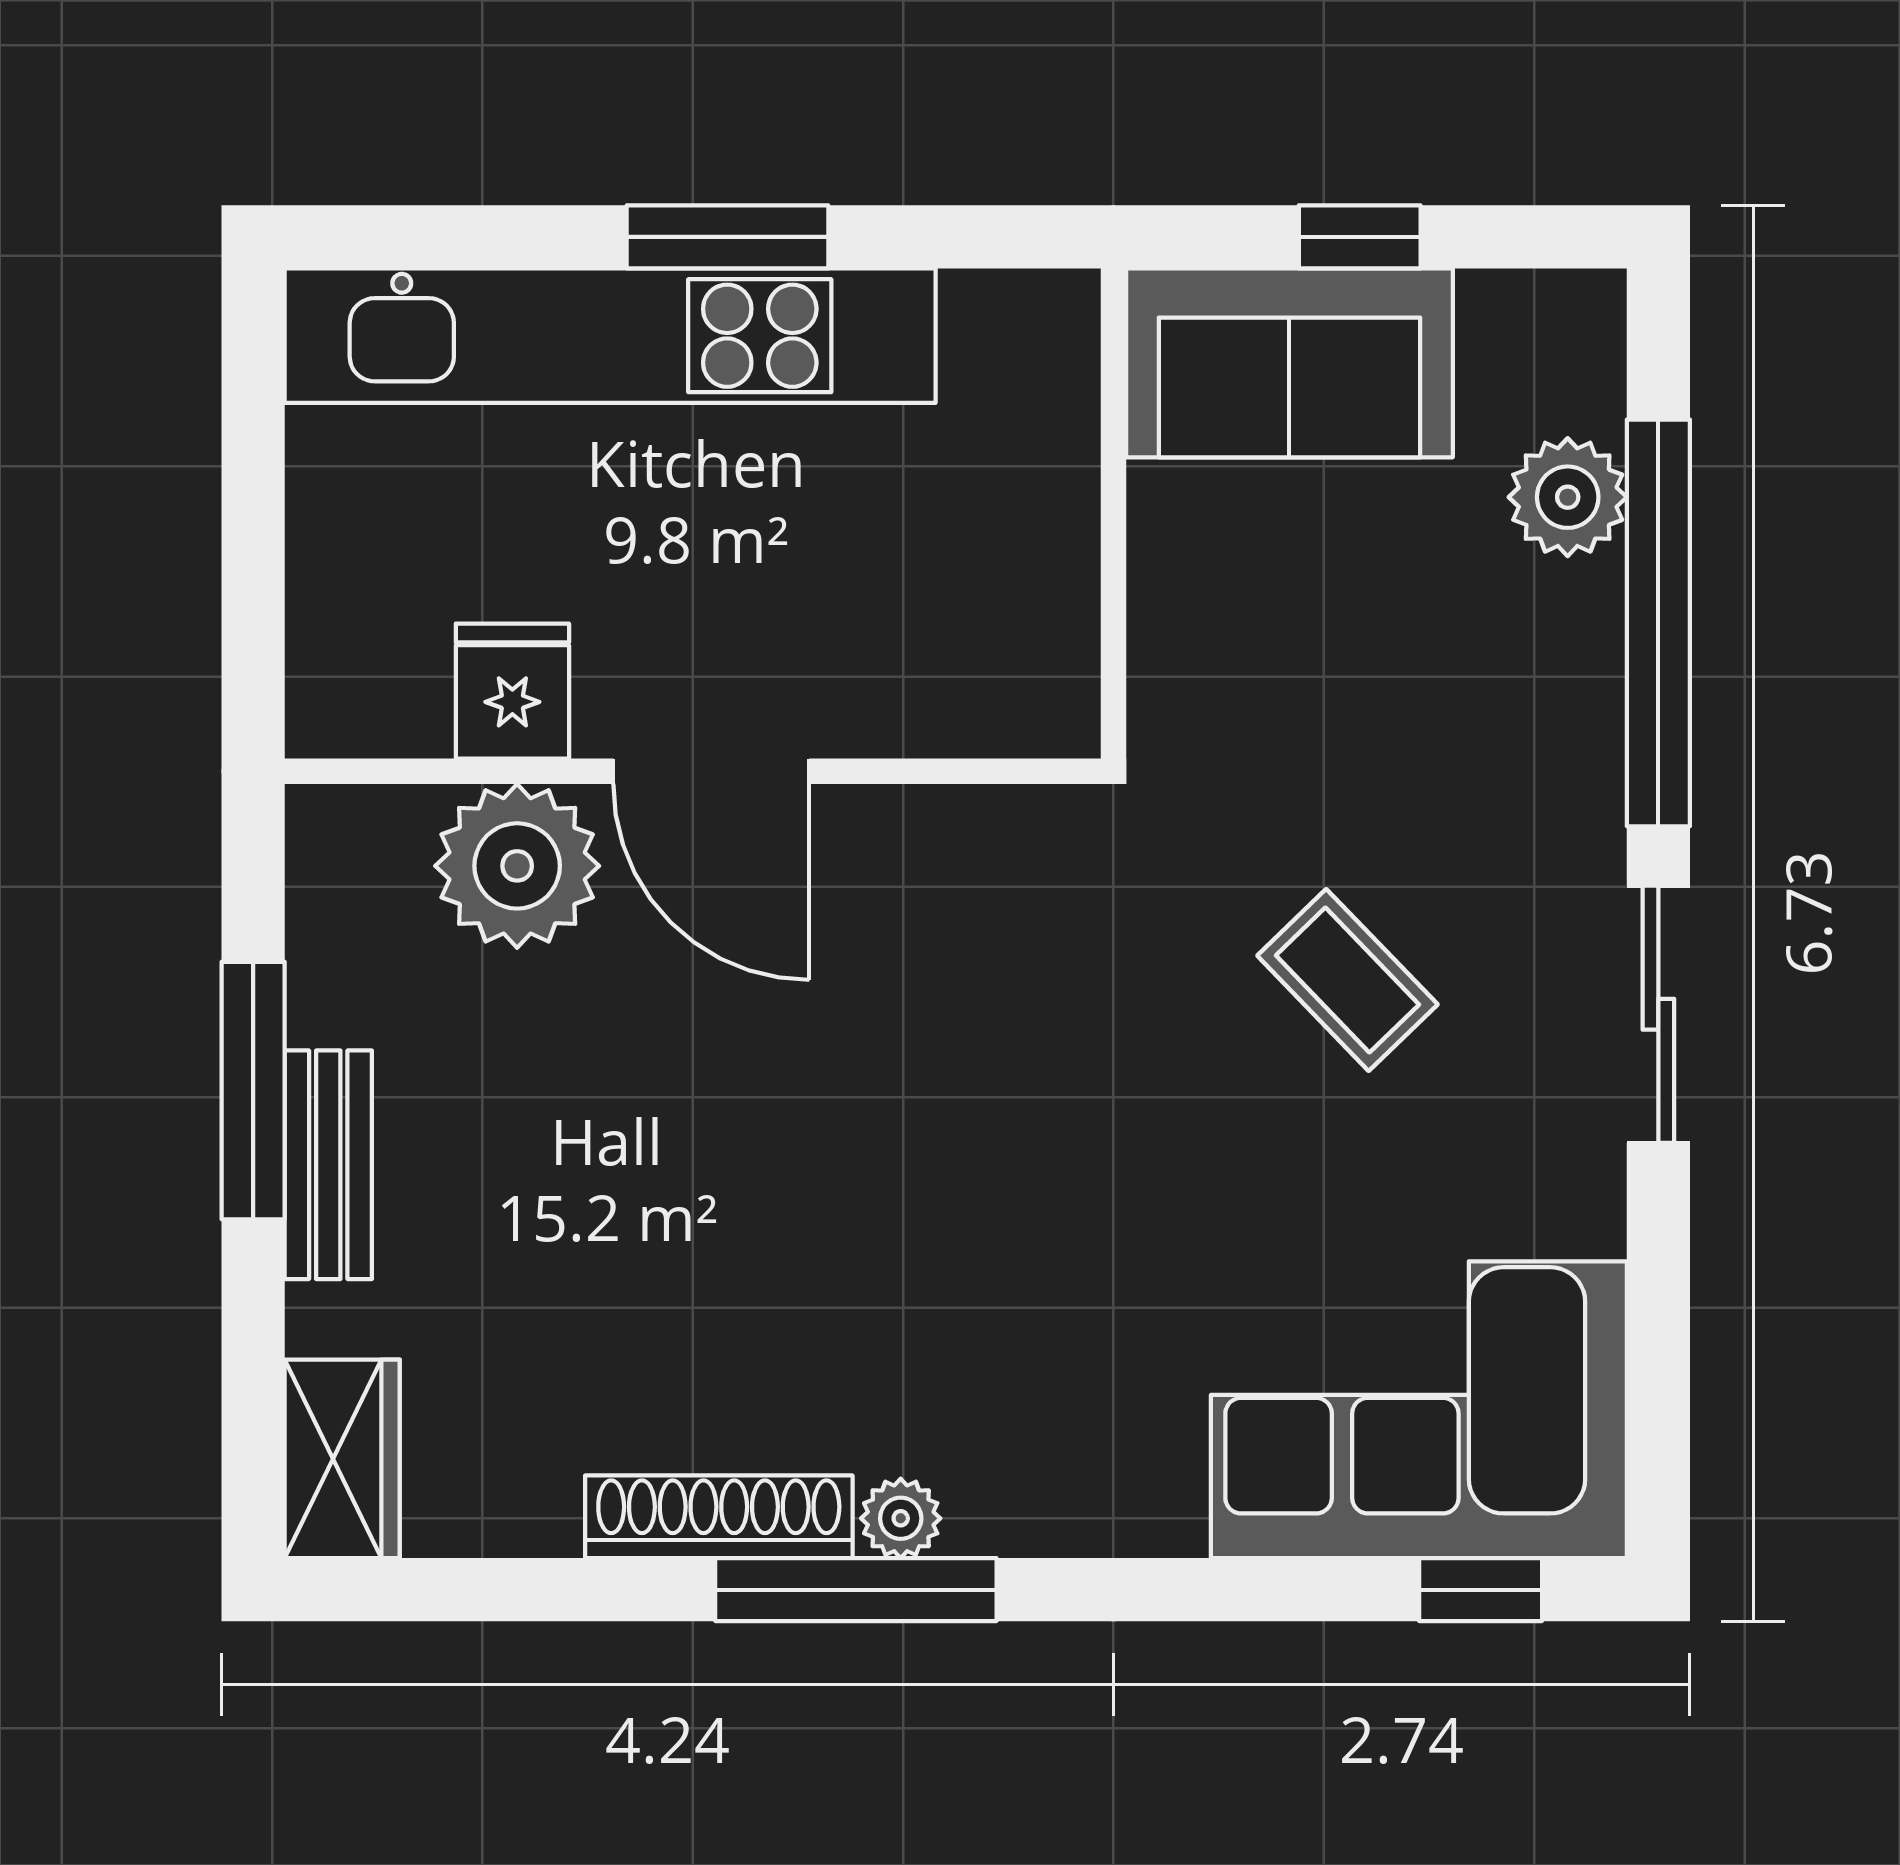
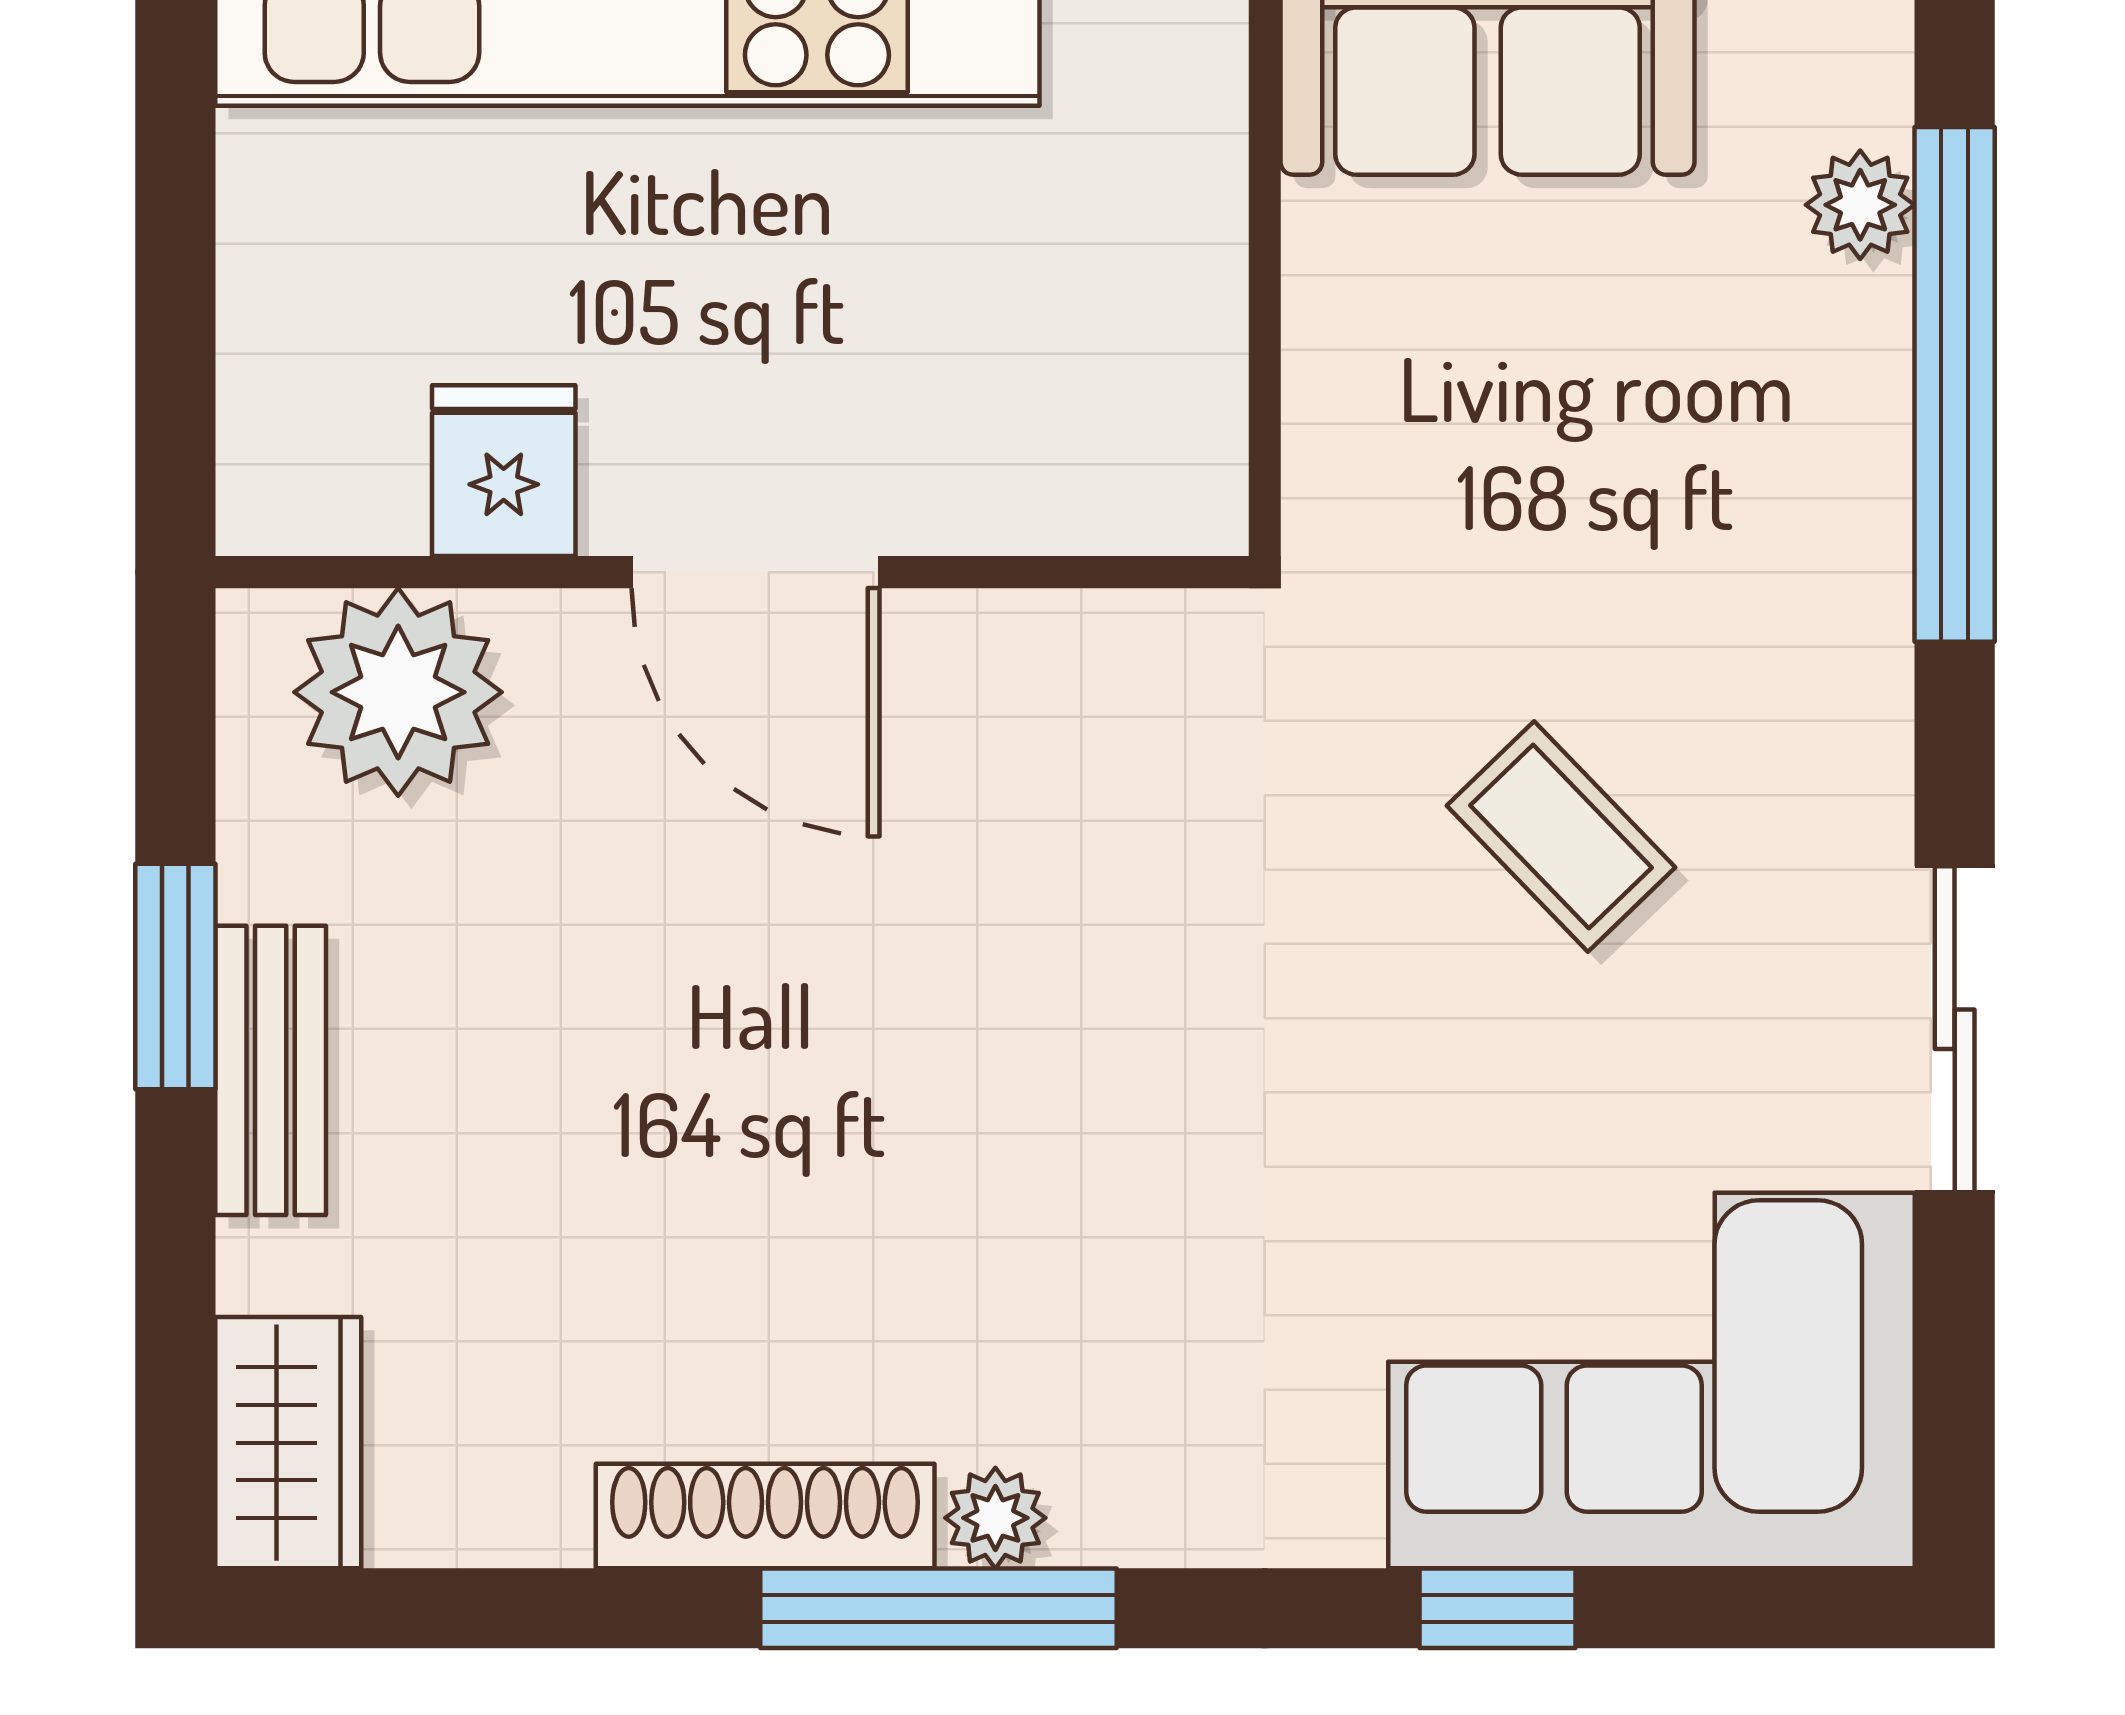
plant: (1568, 497) -> (1860, 205), width x0.73, depth x0.73
plant: (517, 866) -> (398, 692), moved
sliding door: (1658, 1014) -> (1955, 1029), moved
window: (253, 1091) -> (175, 976), width x0.69
window: (1481, 1590) -> (1497, 1608), moved

